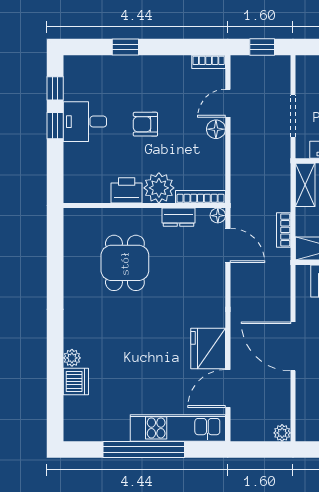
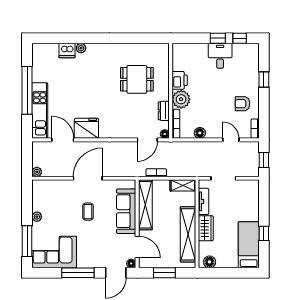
armchair: (145, 124) -> (242, 104), moved, turned -90
floor lamp: (216, 129) -> (200, 133), moved

